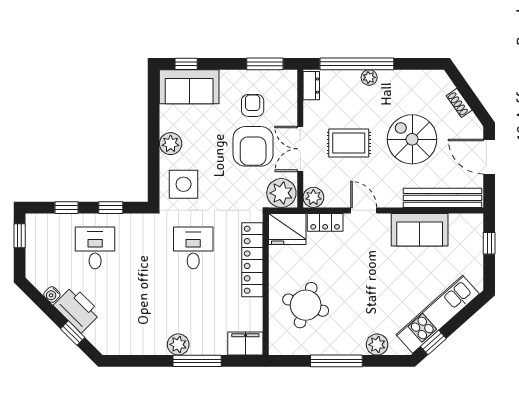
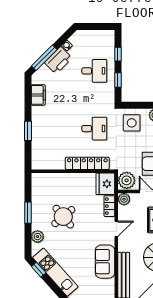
window: (20, 236) -> (101, 26), removed
round table: (306, 305) -> (63, 217), moved, turned 32
window: (73, 333) -> (44, 58), width x2.17
filing cabinet: (245, 343) -> (38, 95), moved
plant: (178, 344) -> (38, 120), removed
window: (197, 361) -> (28, 131), width x0.69
window: (336, 361) -> (28, 213), width x0.69

